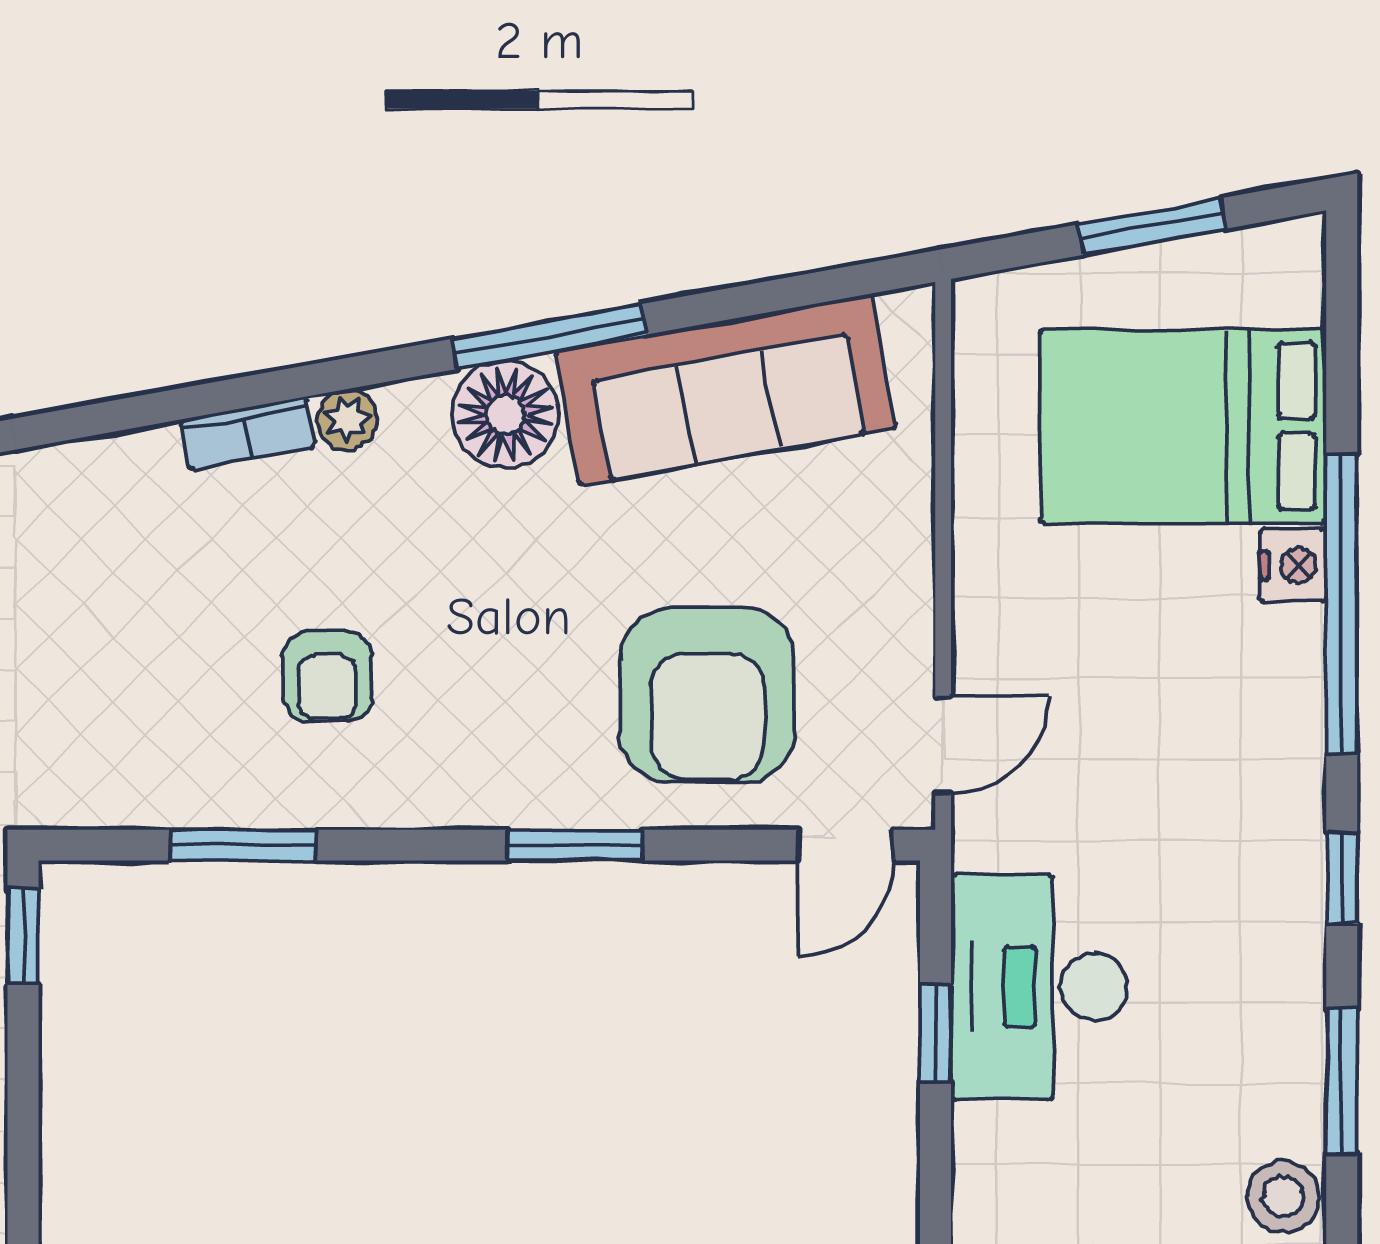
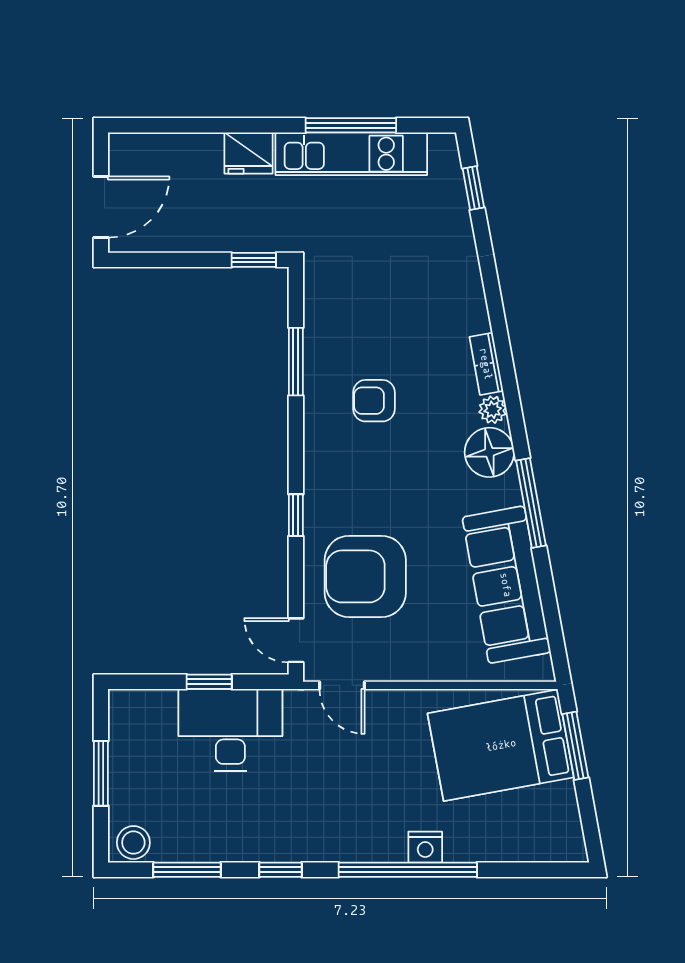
window: (1152, 226) -> (575, 746), moved
floor lamp: (506, 414) -> (489, 452), moved
bed: (1183, 426) -> (501, 745), moved, turned -100
window: (575, 845) -> (296, 515), width x0.67

